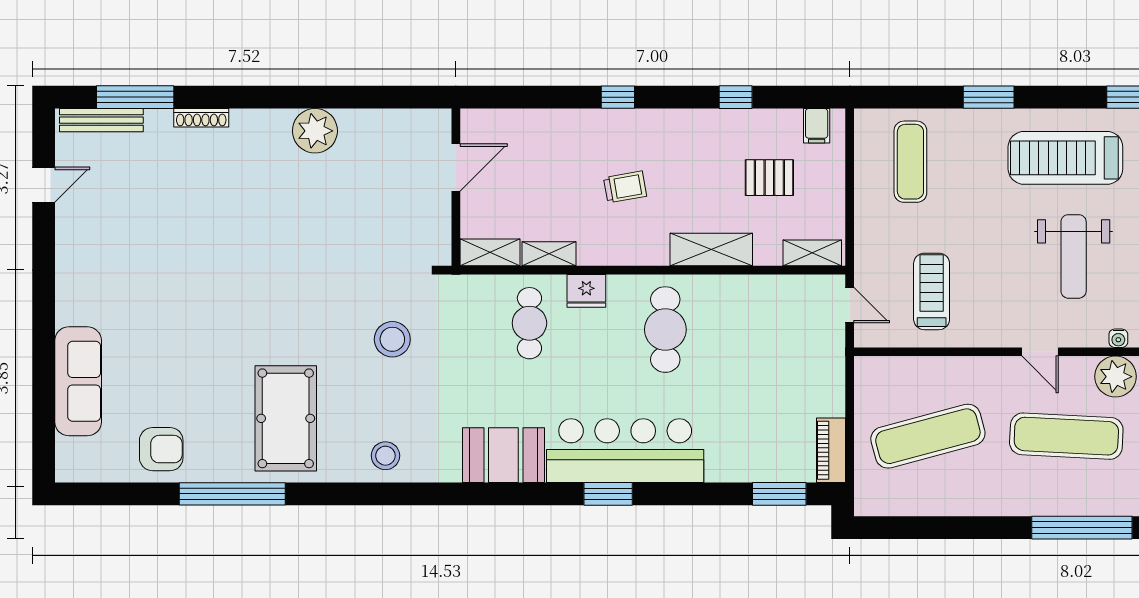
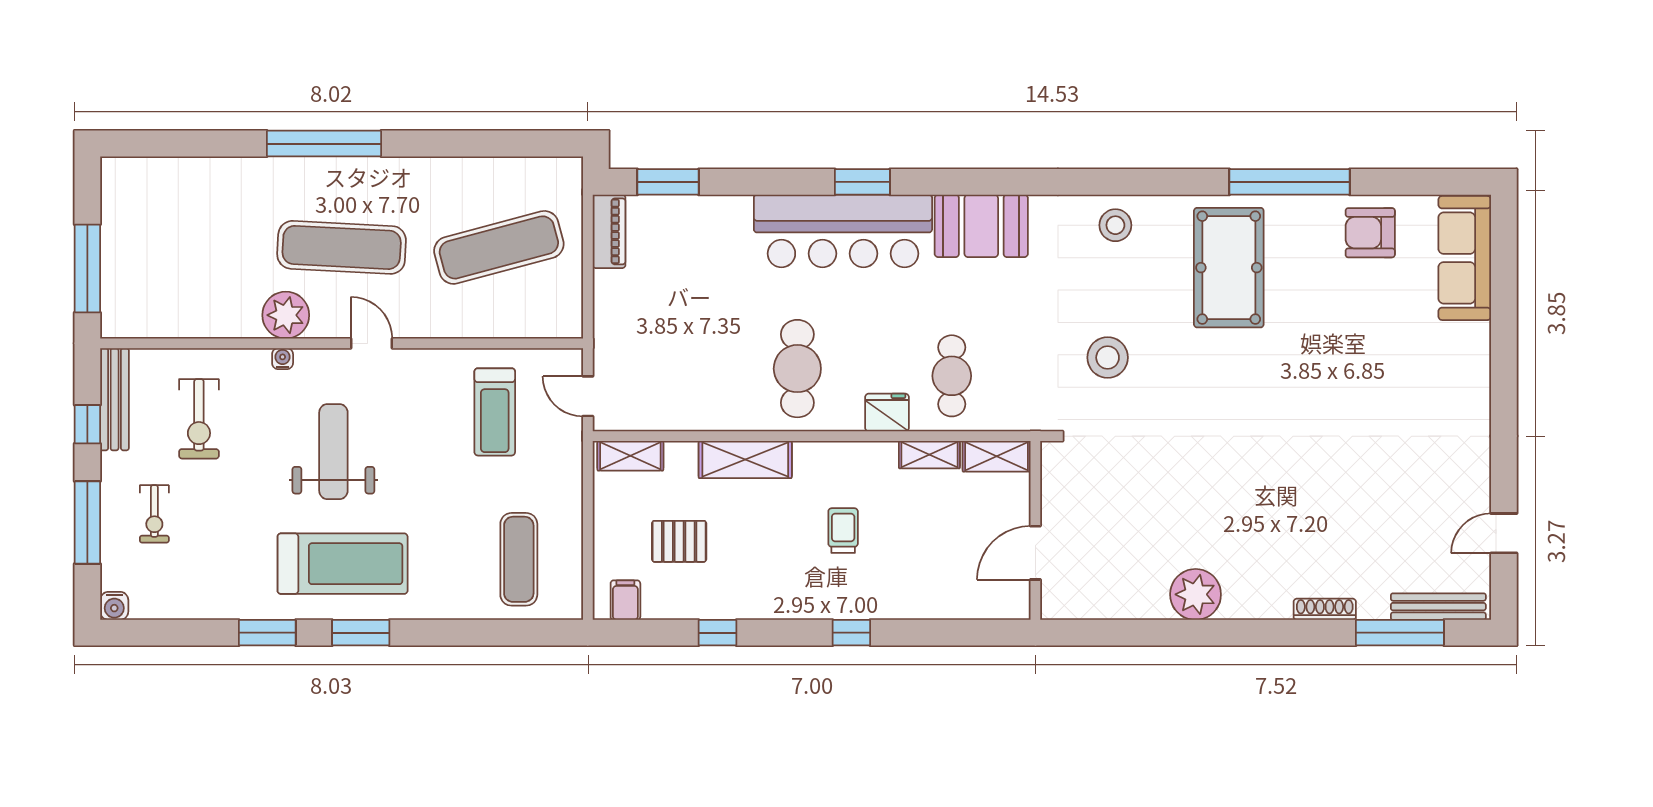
window: (989, 97) -> (361, 633), moved
trolley: (625, 187) -> (843, 531), turned 100
sofa: (78, 381) -> (1465, 258), moved

